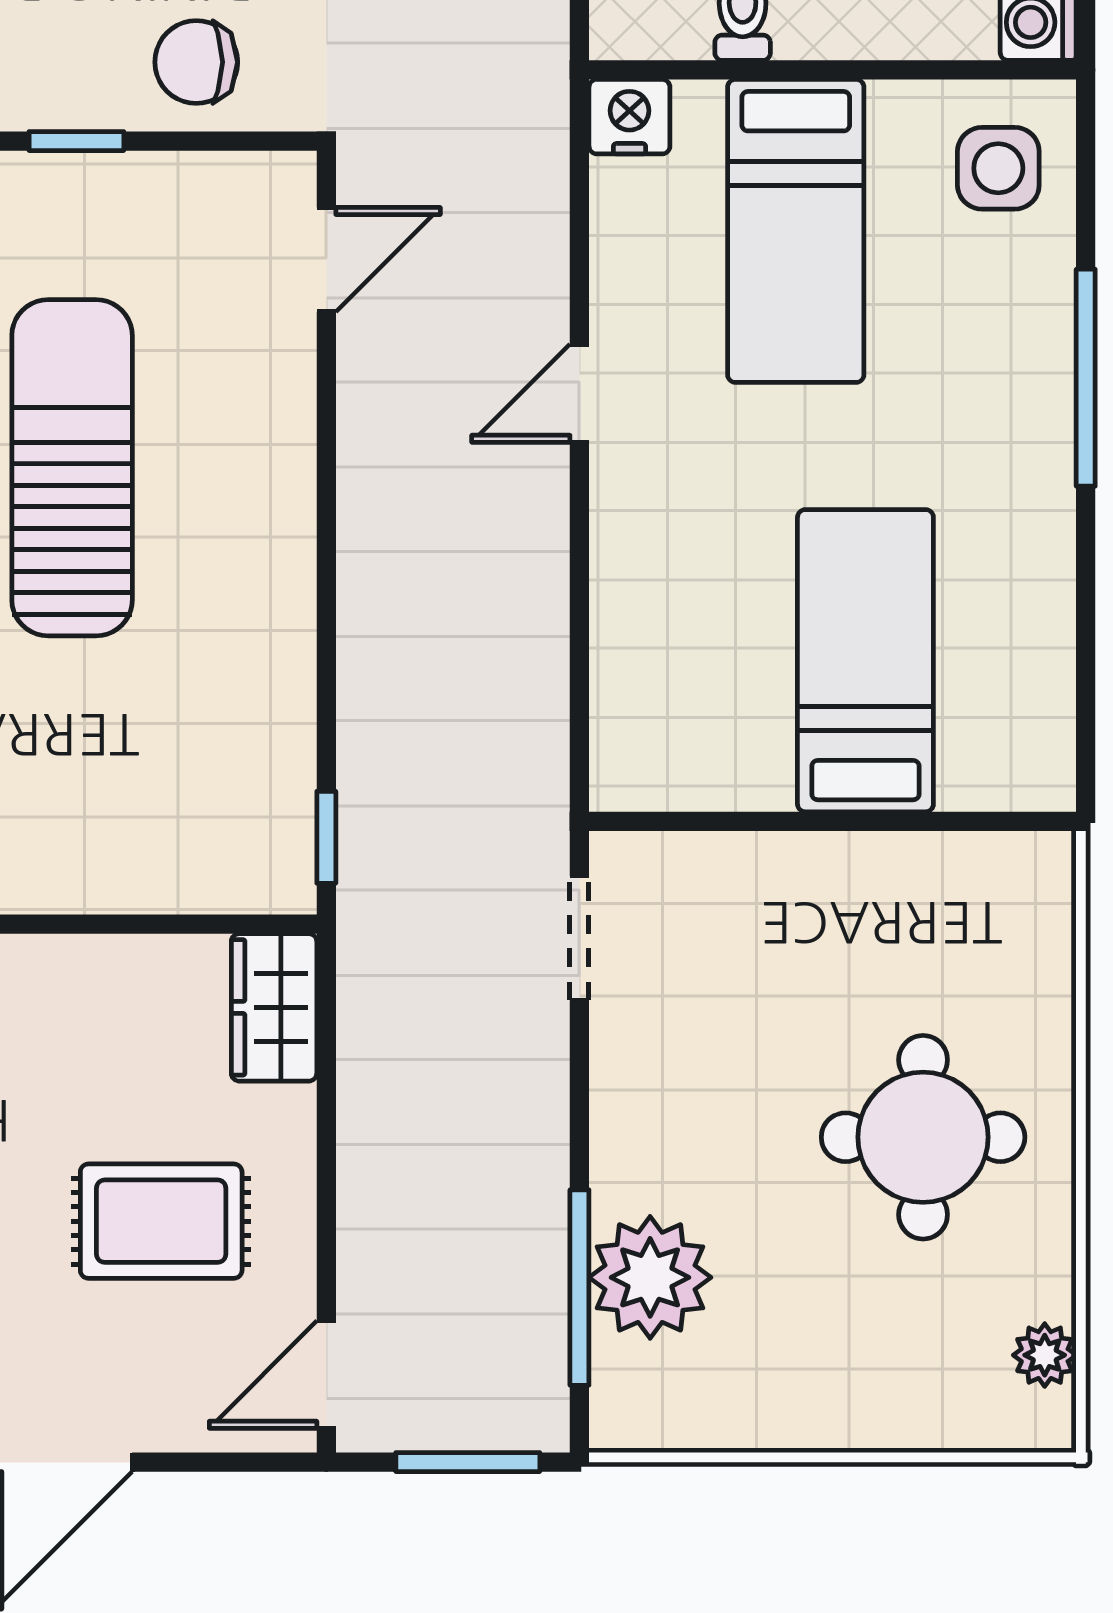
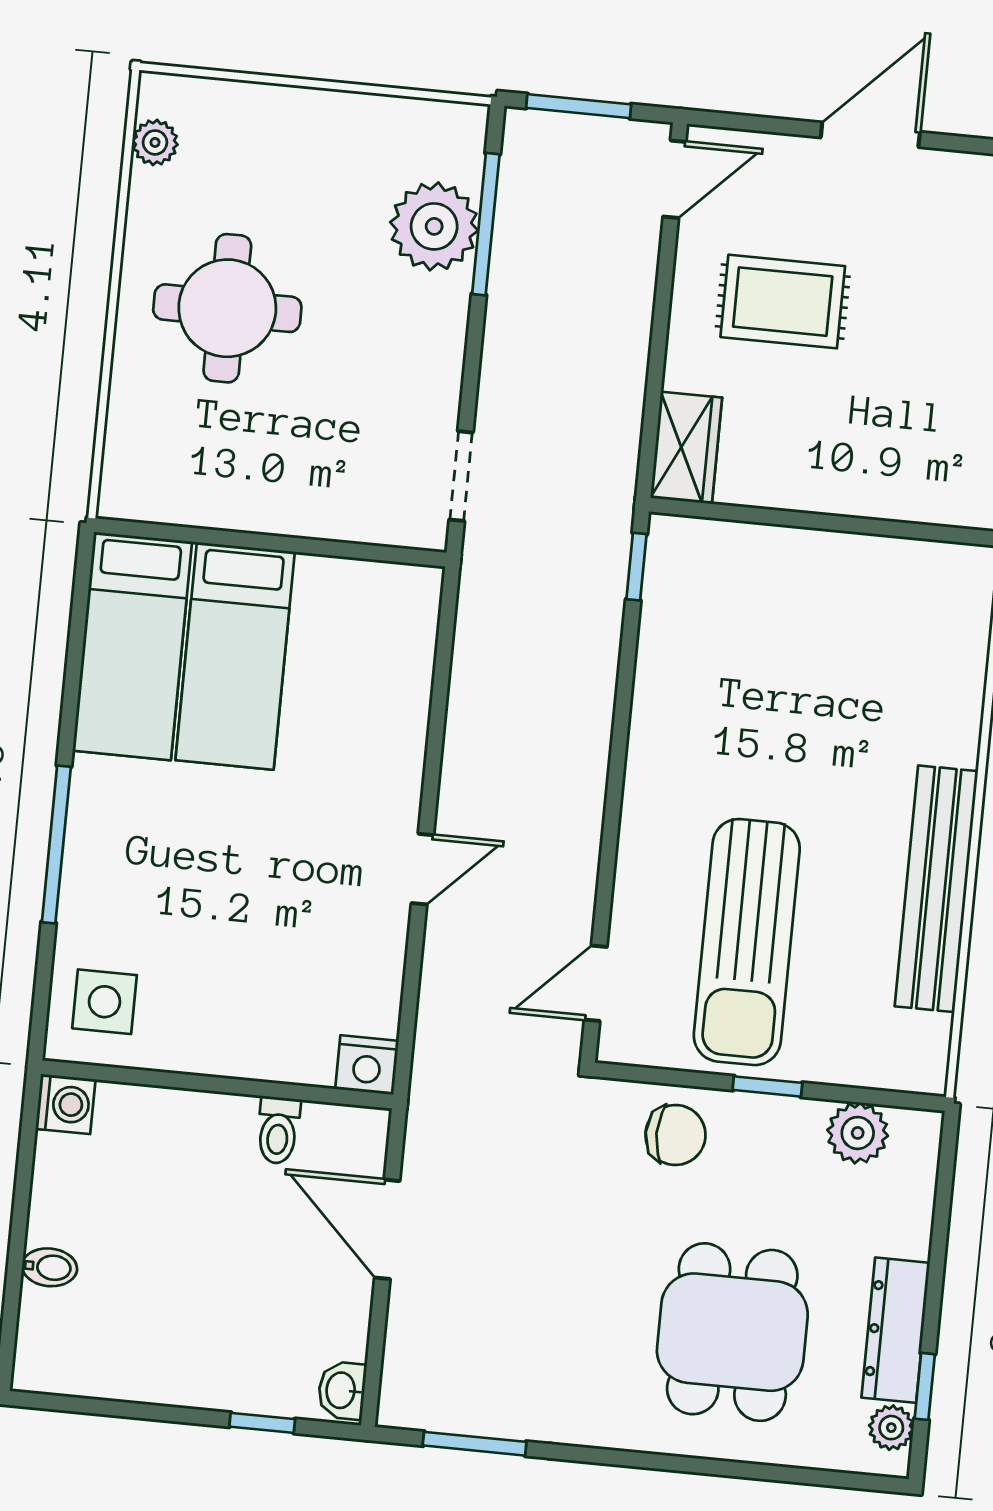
bed: (796, 231) -> (132, 646), moved, turned 180
sun lounger: (72, 468) -> (747, 942), moved

